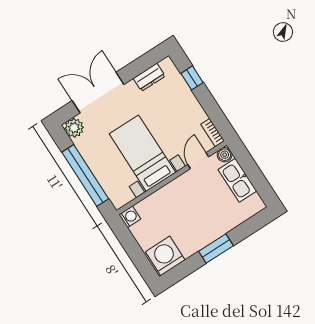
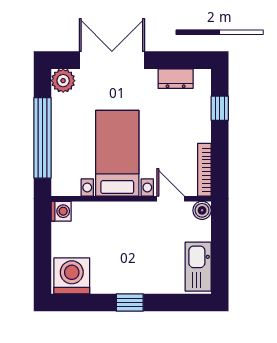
bookcase: (213, 133) -> (204, 170), width x1.56
door: (198, 161) -> (171, 199), hinge flipped
kitchen sink: (237, 180) -> (198, 267), moved
window: (216, 248) -> (130, 302), width x0.67

